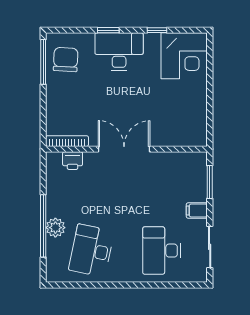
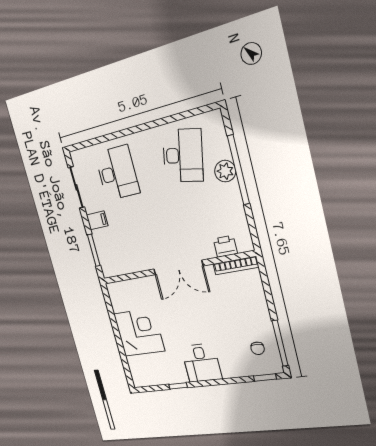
window: (108, 30) -> (265, 377), moved
desk: (119, 52) -> (201, 363), width x0.73
corner desk: (184, 56) -> (139, 332), moved, turned 90
chair: (66, 60) -> (258, 348), width x0.54, depth x0.54

